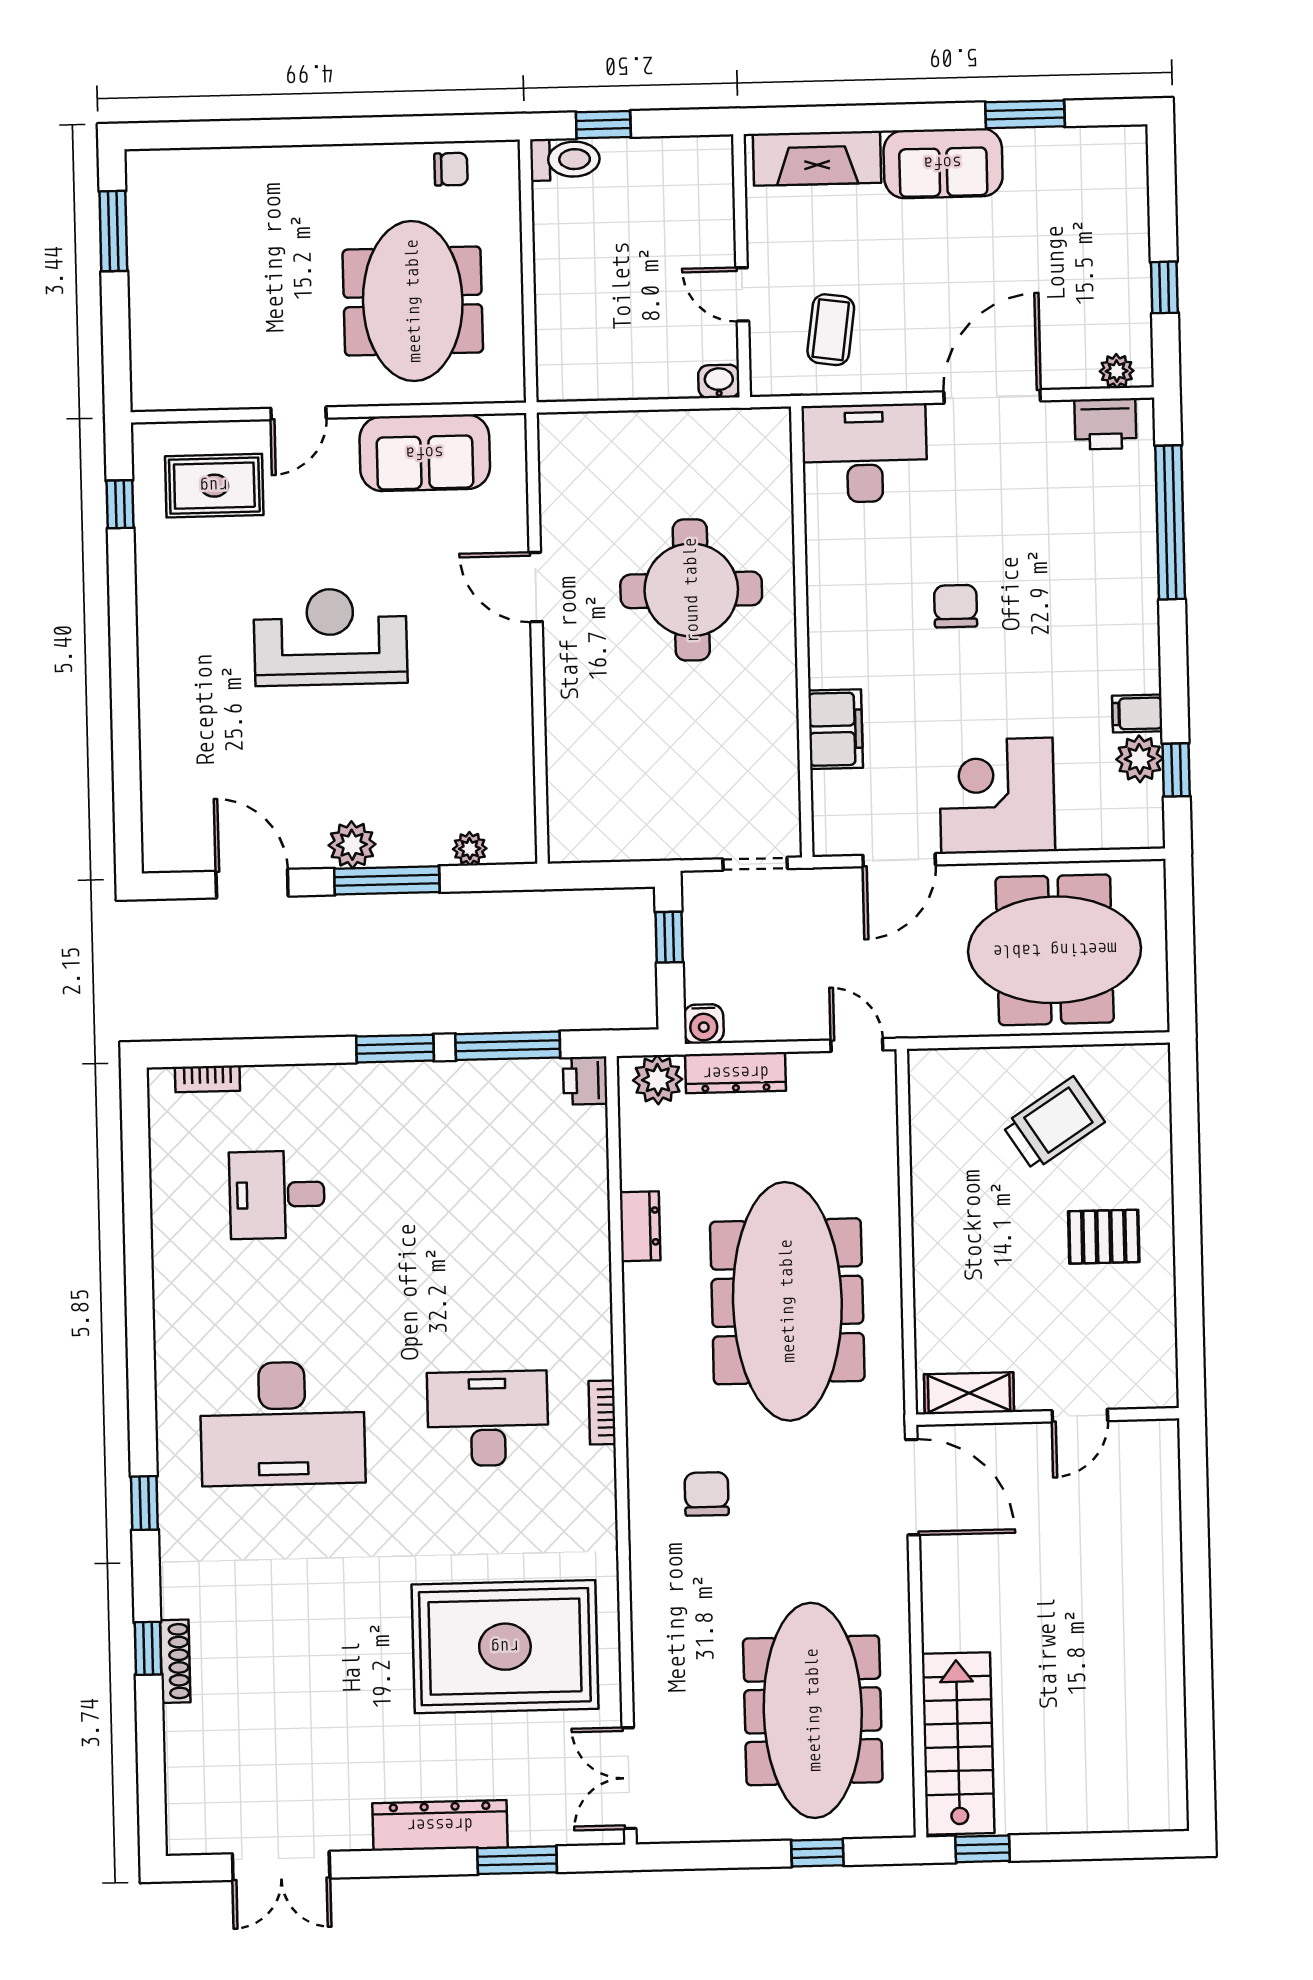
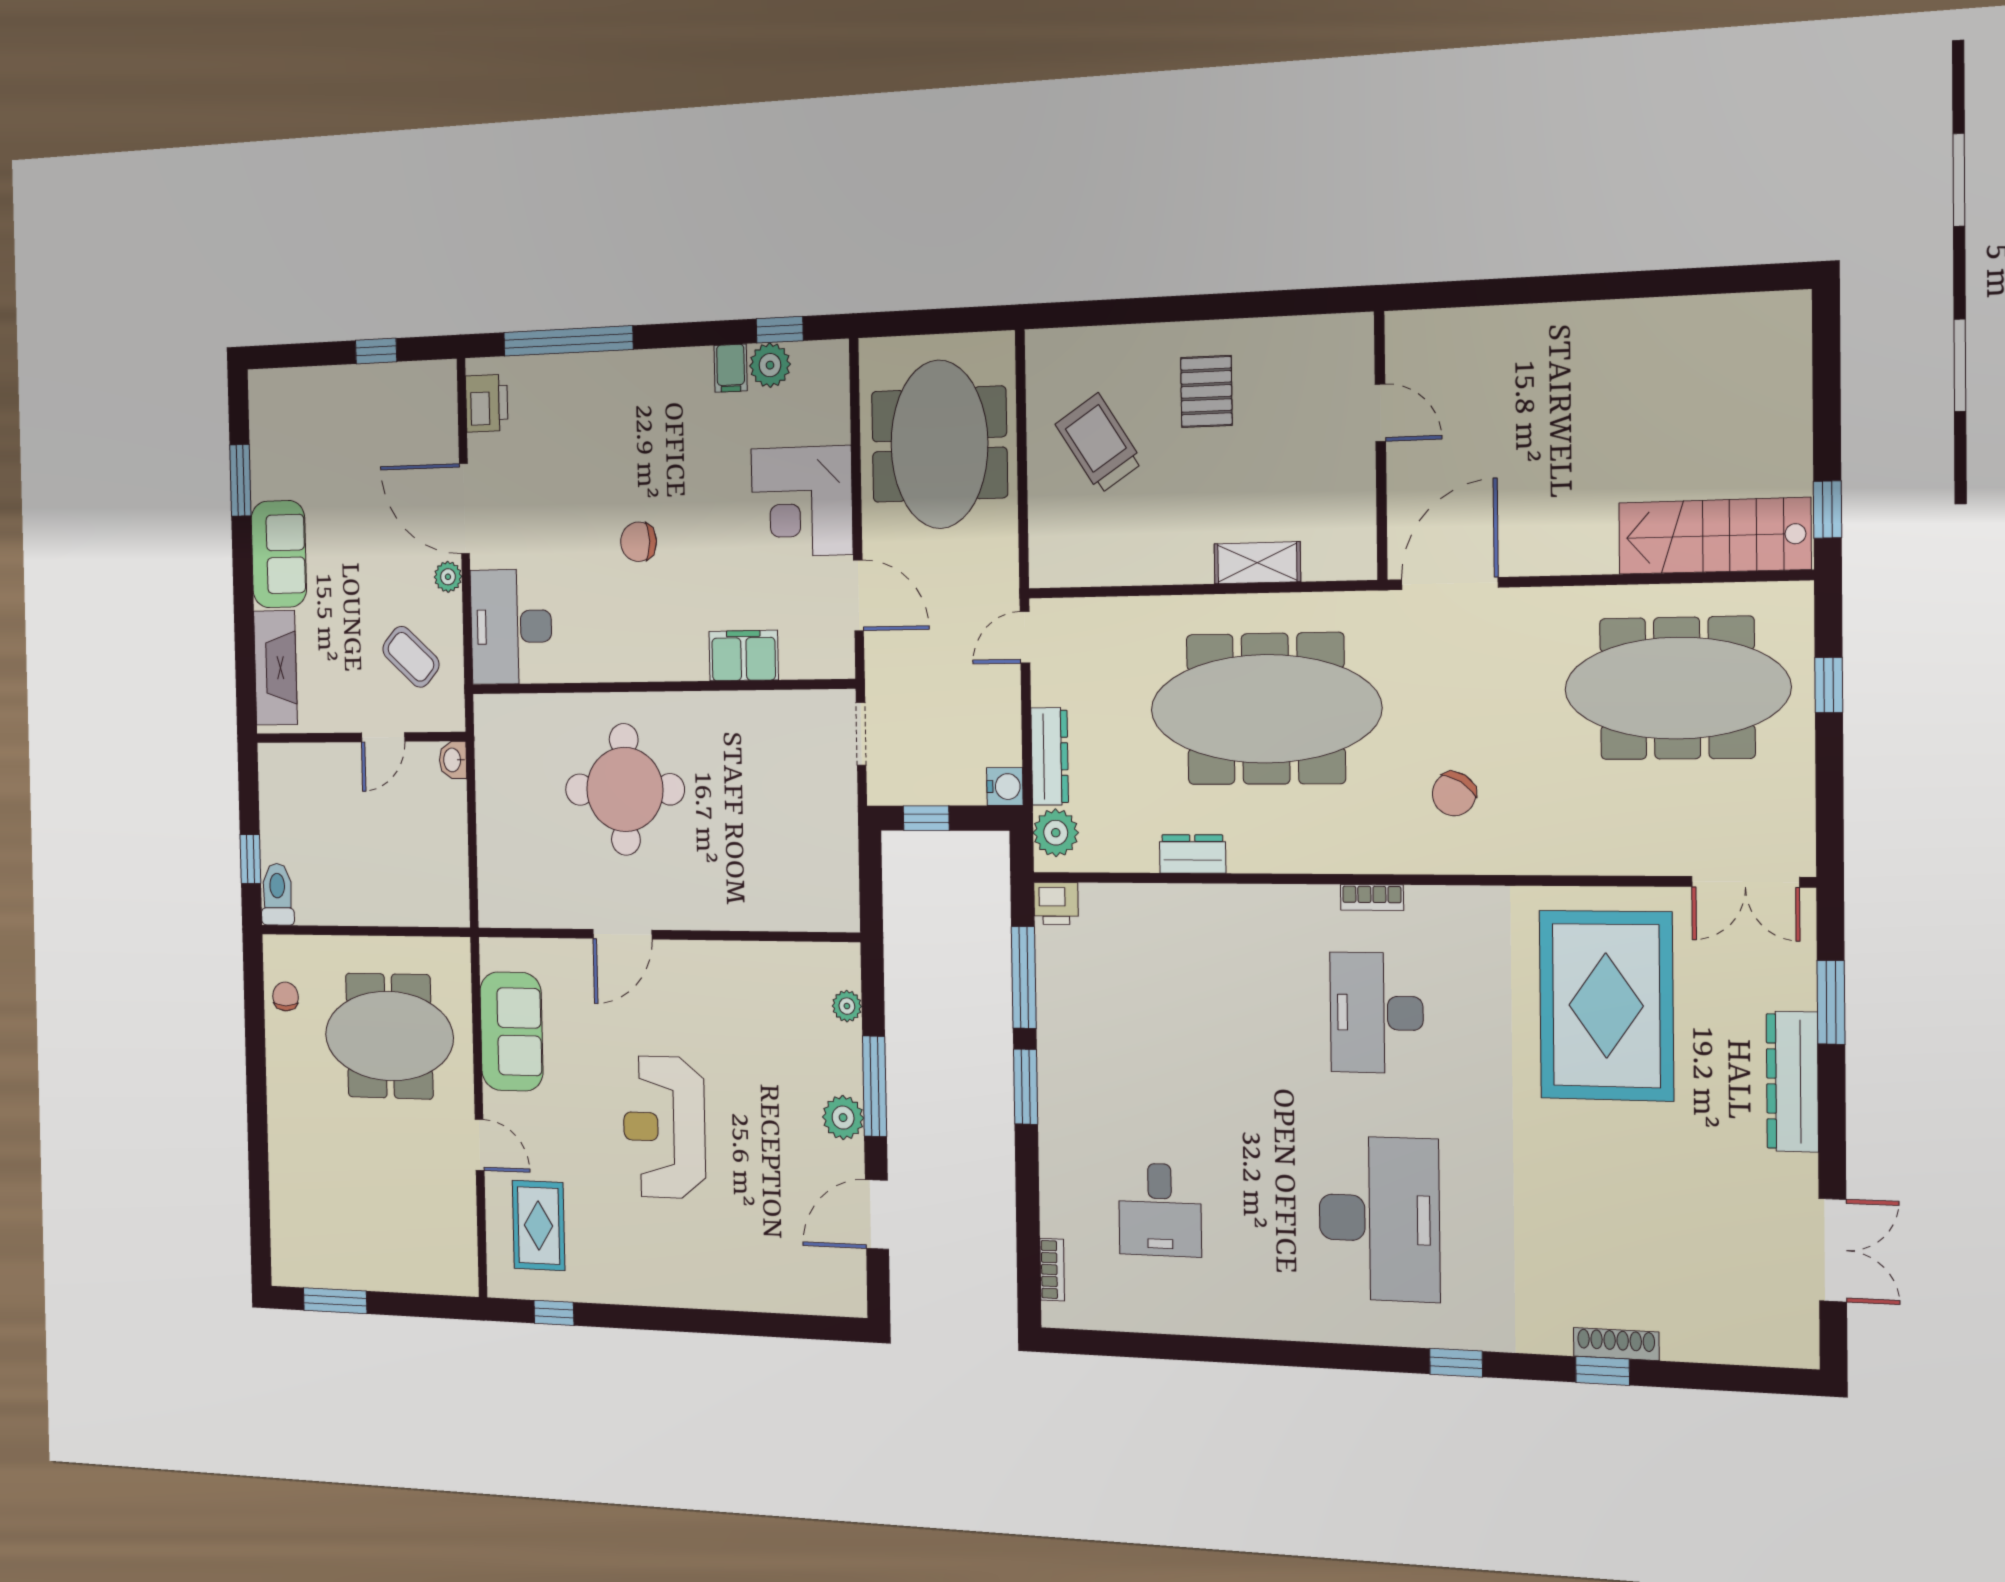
coffee table: (831, 330) -> (411, 657), turned 34
plant: (1117, 371) -> (448, 577), moved
shelving: (969, 1393) -> (1257, 563), moved, turned 90
chair: (707, 1494) -> (1454, 794), turned -58

